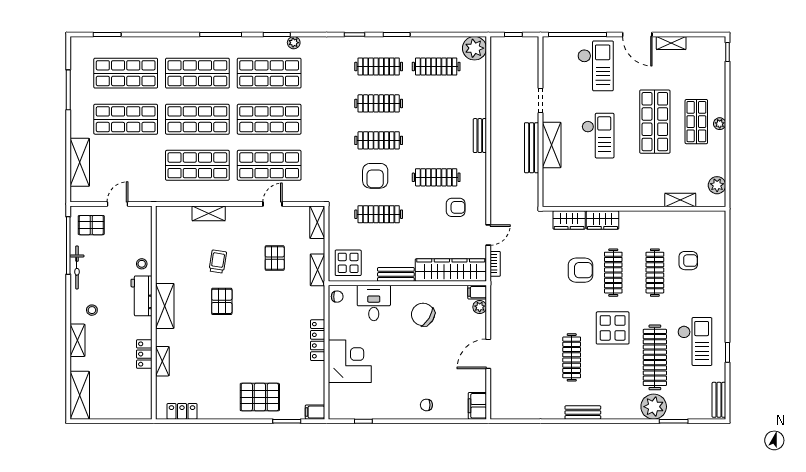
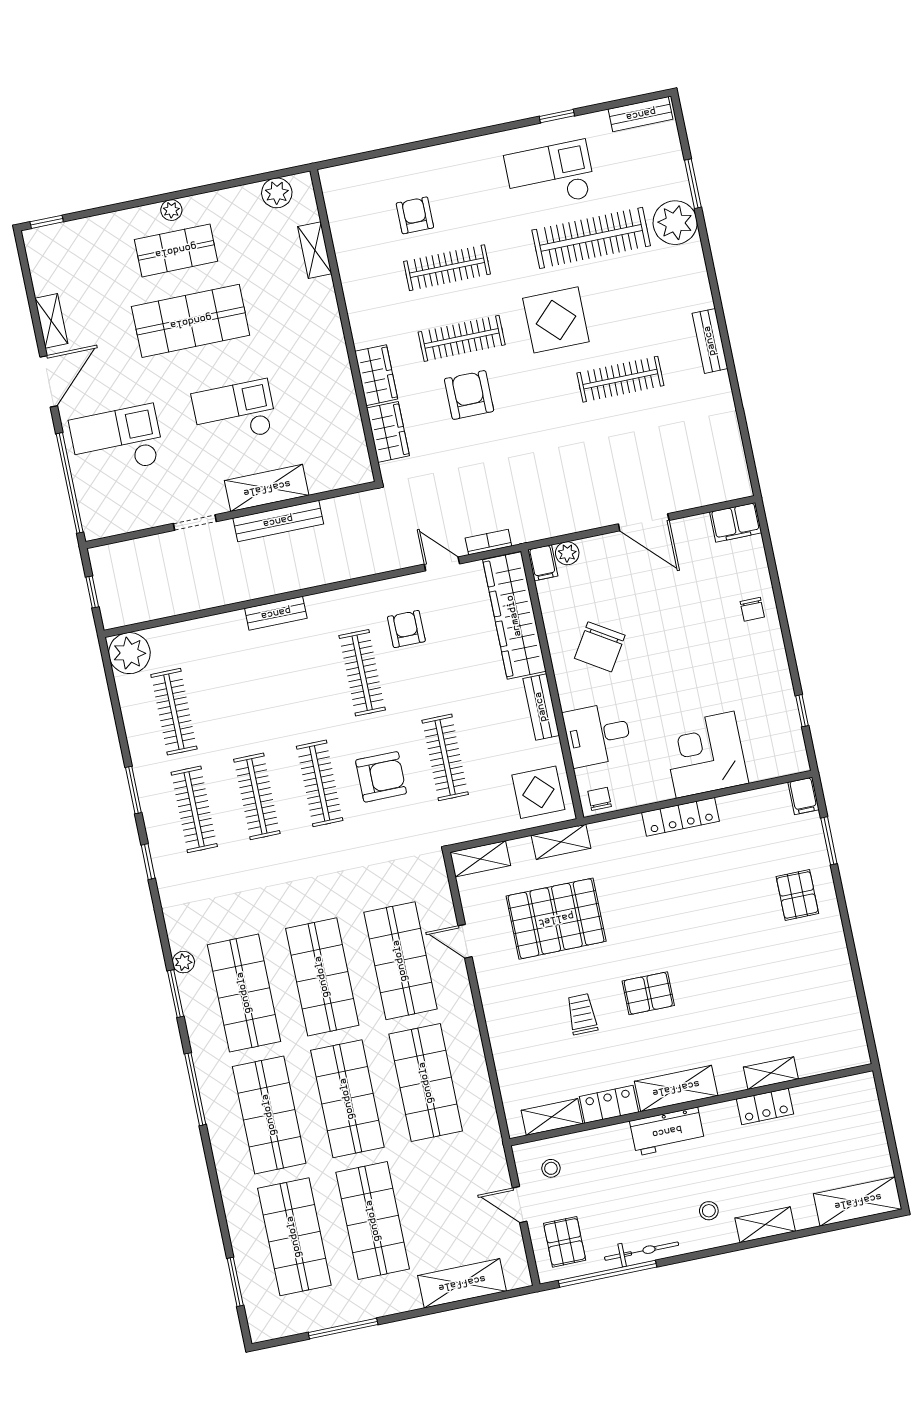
shelving: (209, 213) -> (552, 1117), moved, turned 90
pallet: (275, 258) -> (556, 919), width x2.05, depth x2.00
trolley: (218, 262) -> (582, 1014), turned 81
stool: (142, 264) -> (551, 1168), moved
pallet: (260, 397) -> (797, 895), width x0.67, depth x0.71
locker: (182, 411) -> (609, 1104), moved, turned 90

